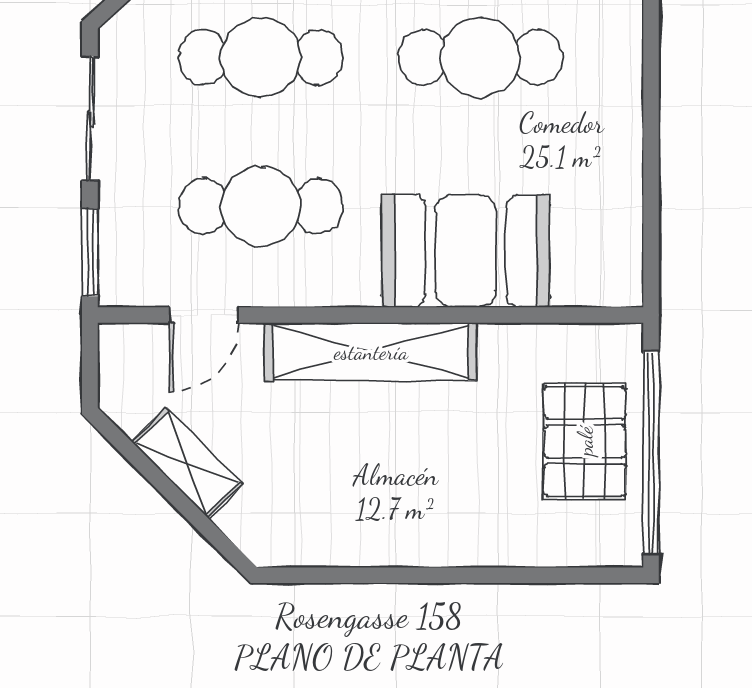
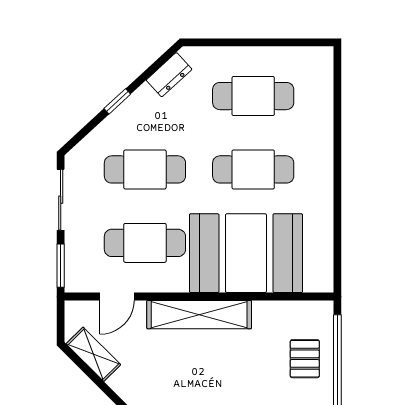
booth: (466, 251) -> (246, 253), width x1.36, depth x1.42
pallet: (585, 441) -> (305, 359), width x0.67, depth x0.71
shelving: (187, 463) -> (93, 354), moved

